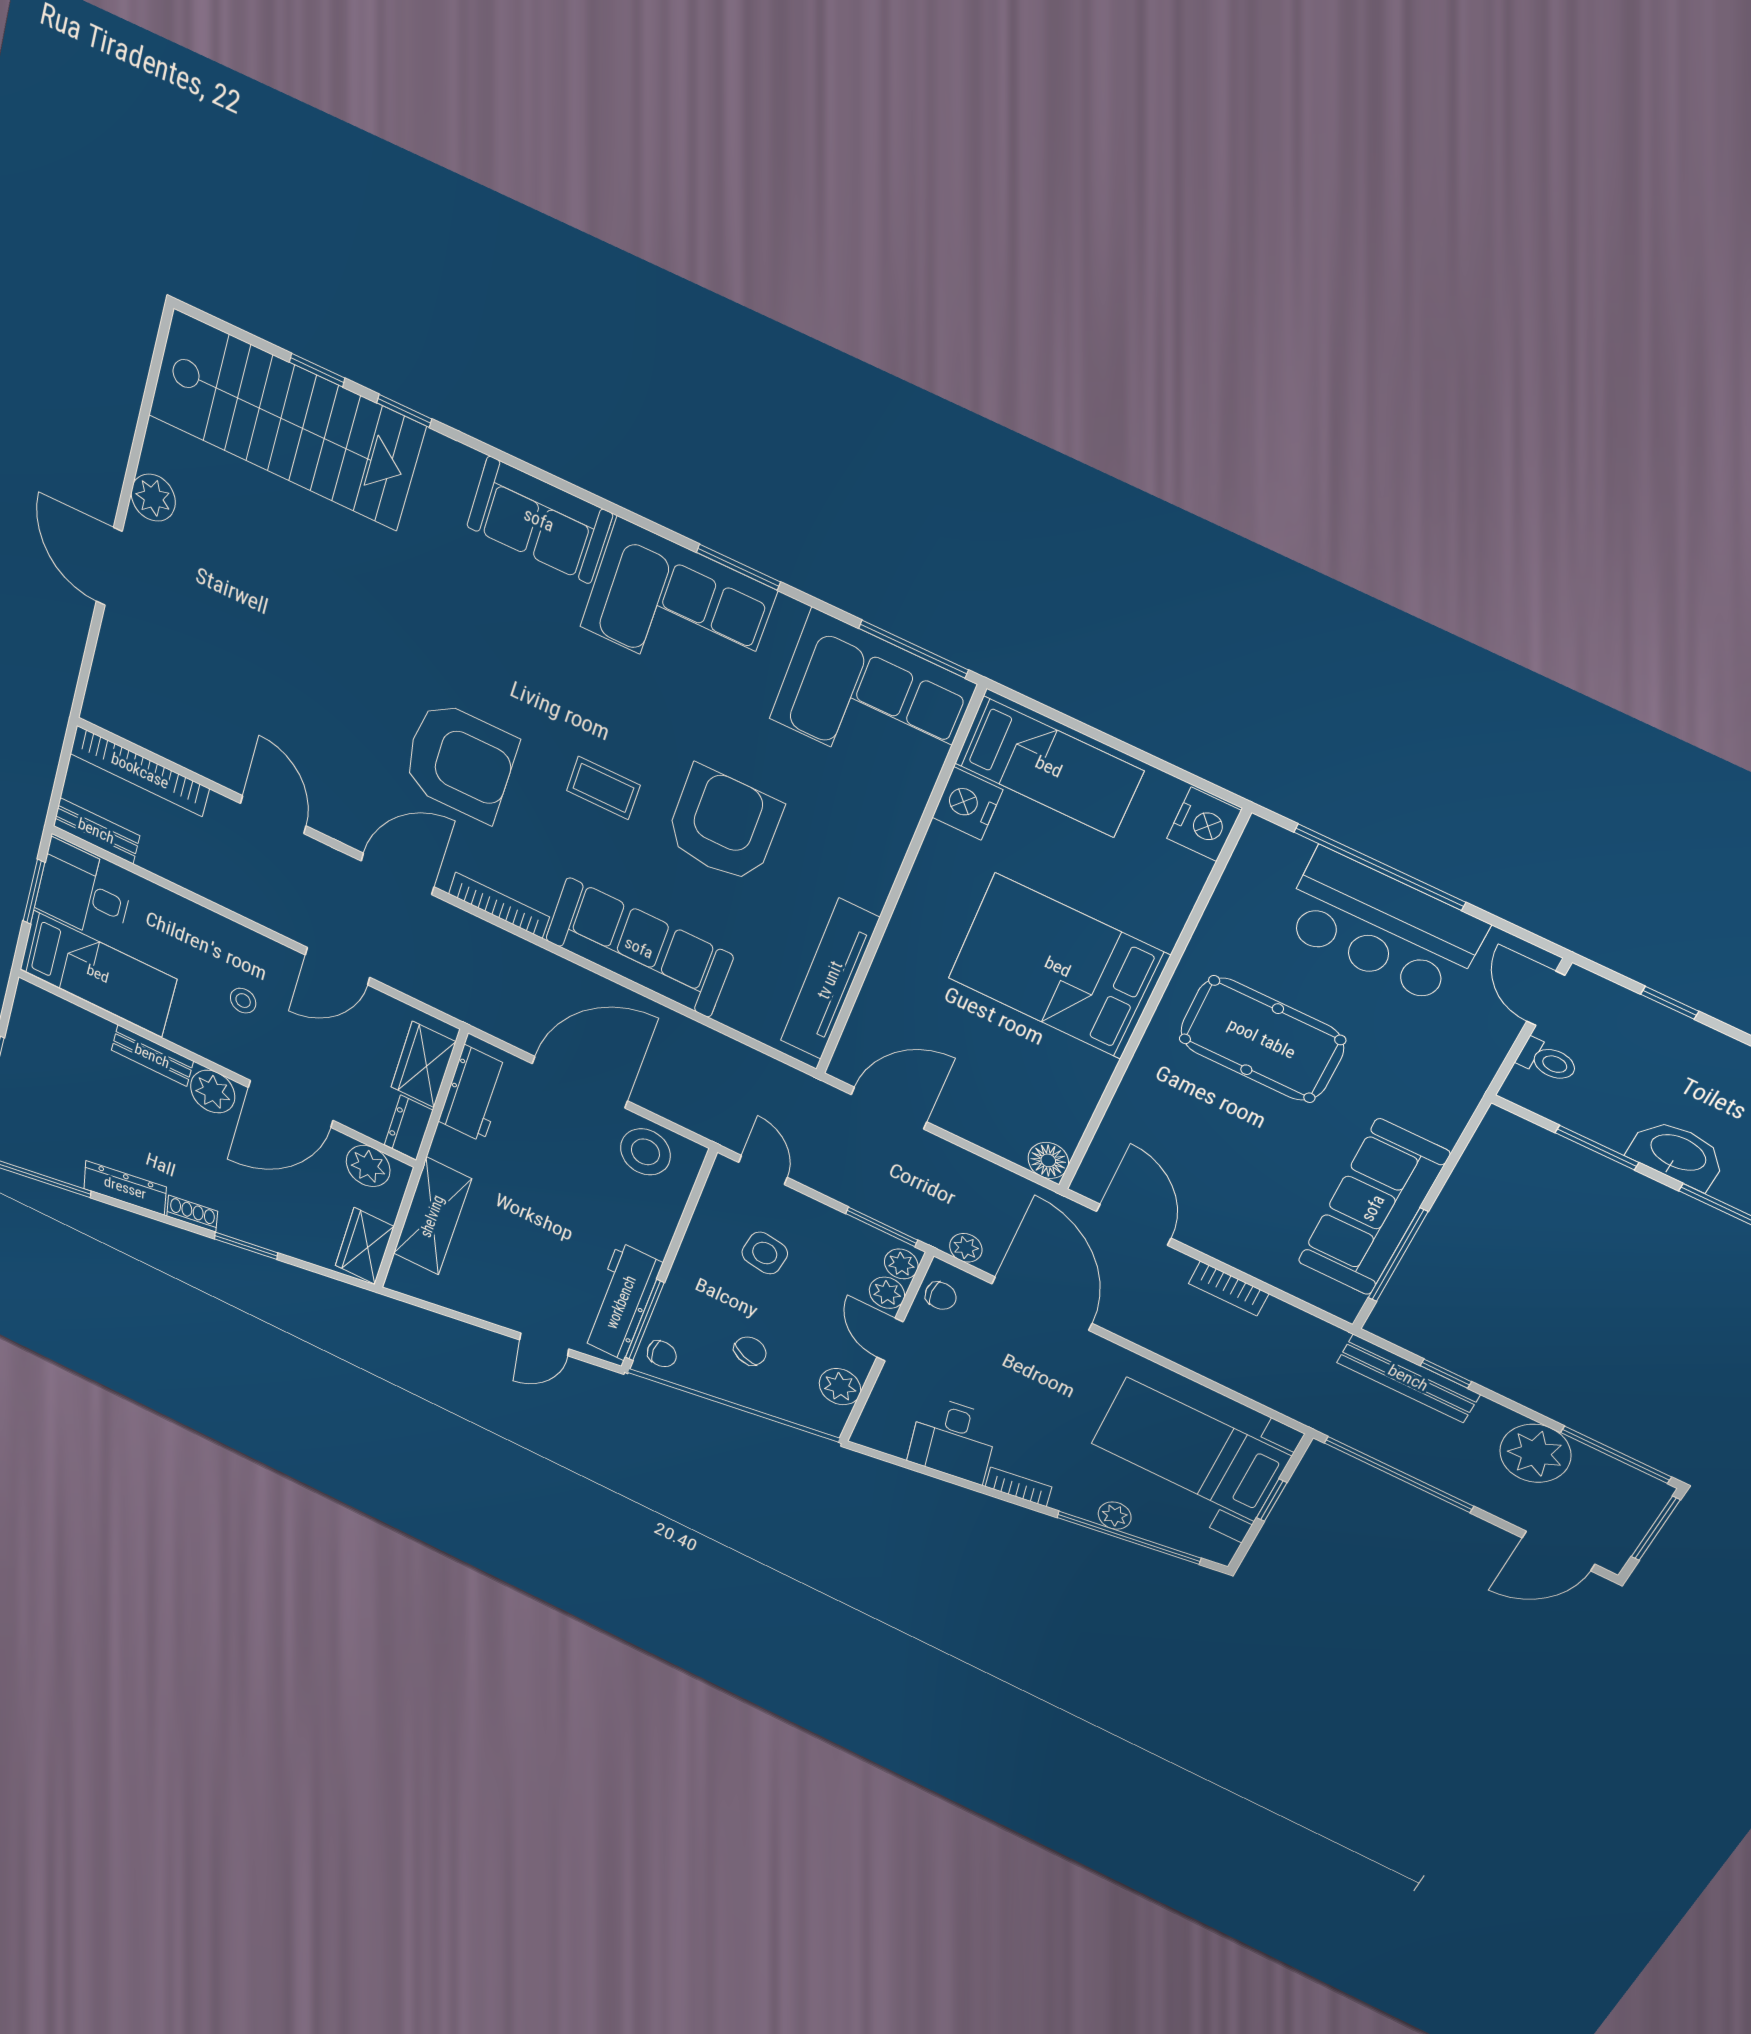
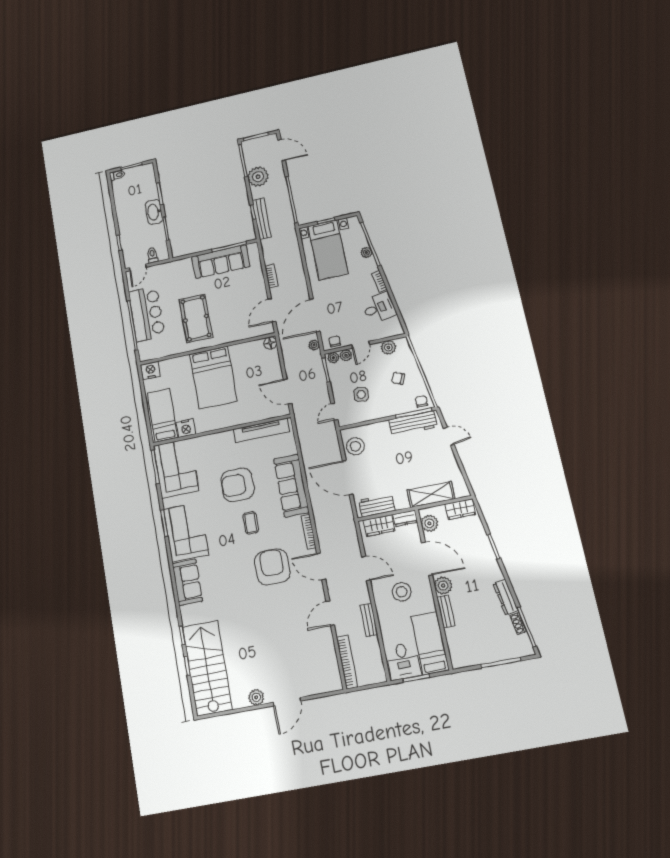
bench: (96, 831) -> (369, 620), moved
stool: (243, 1001) -> (402, 592), width x1.89, depth x1.89
shoe rack: (192, 1214) -> (518, 623), moved

